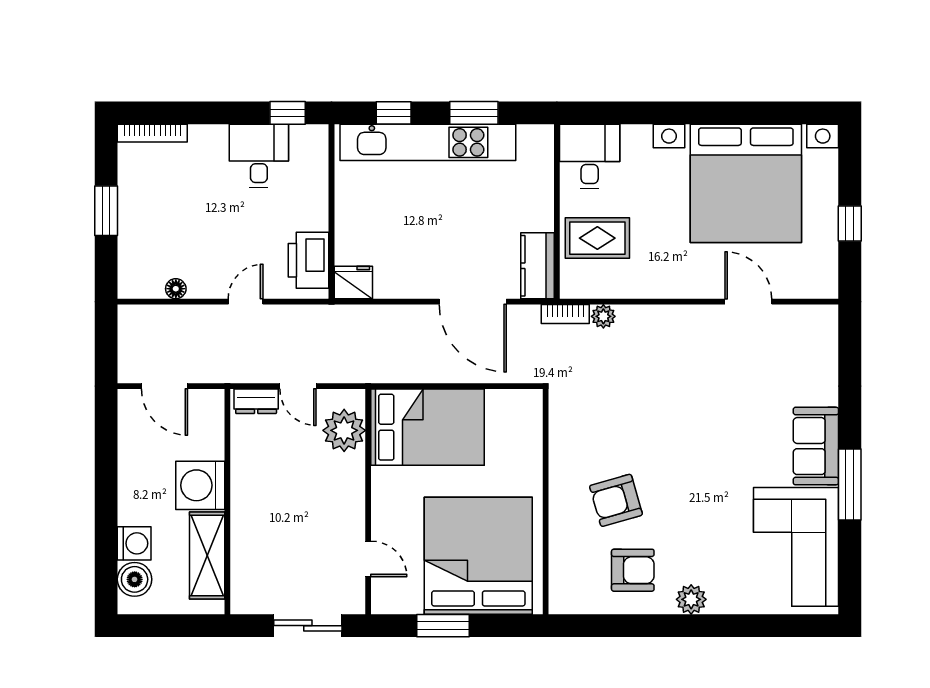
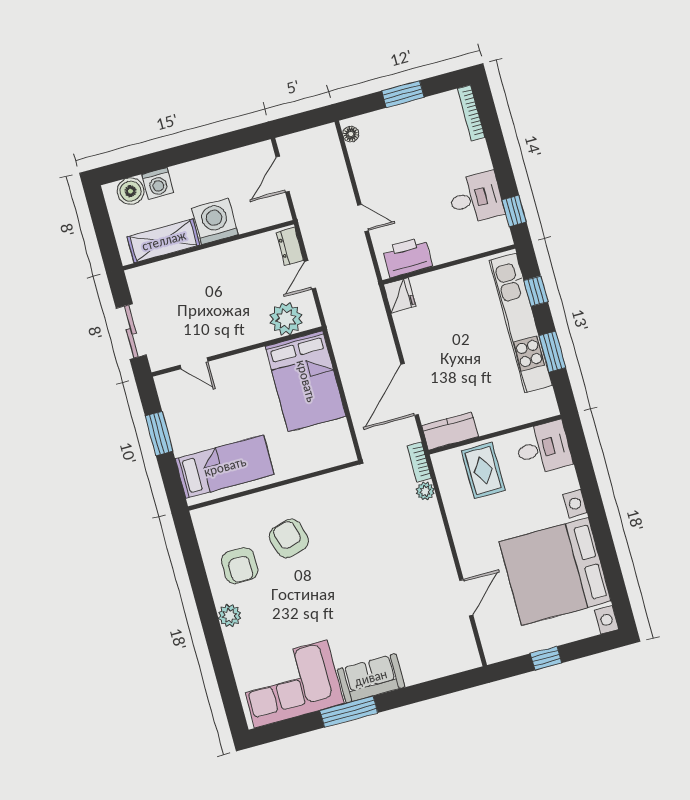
floor lamp: (176, 289) -> (351, 134), moved
bed: (478, 556) -> (225, 467), width x0.49
door: (368, 559) -> (194, 363), hinge flipped

